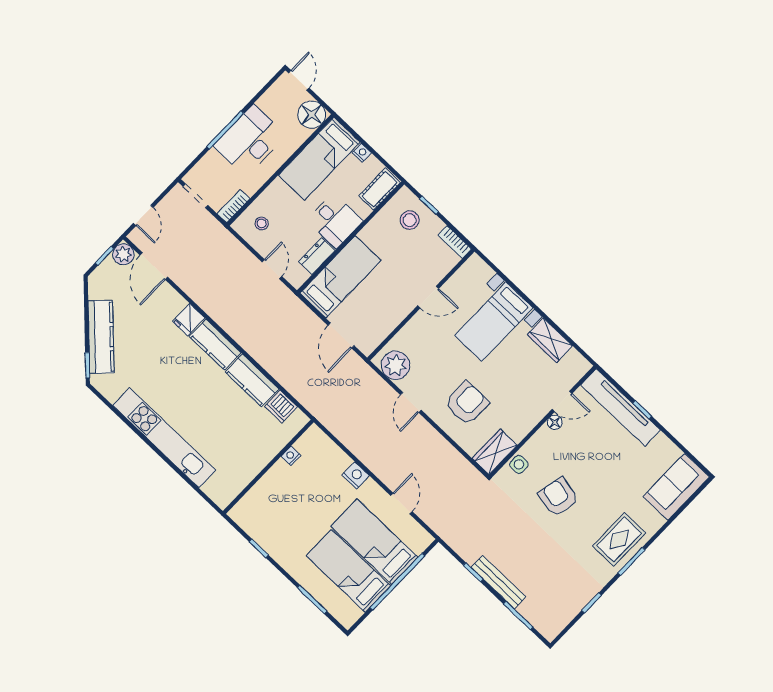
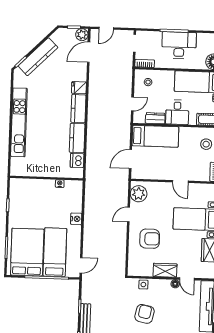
wardrobe: (495, 452) -> (165, 270), moved
door: (401, 503) -> (81, 265), moved
bed: (348, 571) -> (27, 252), width x1.50

